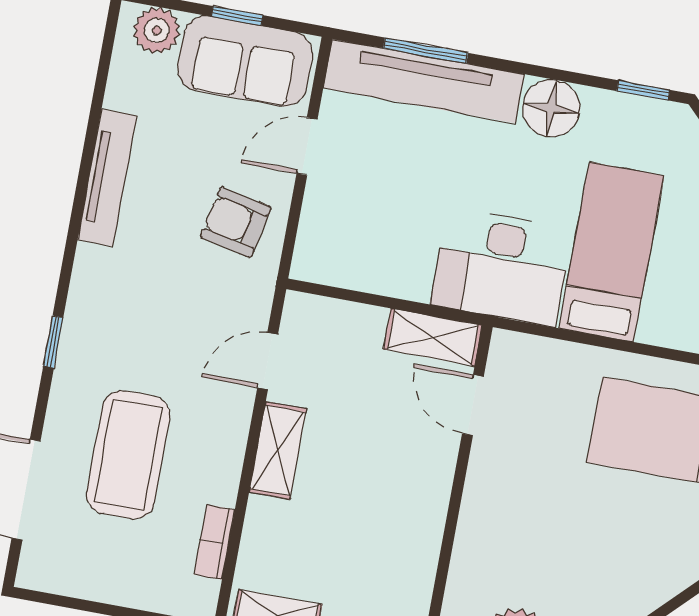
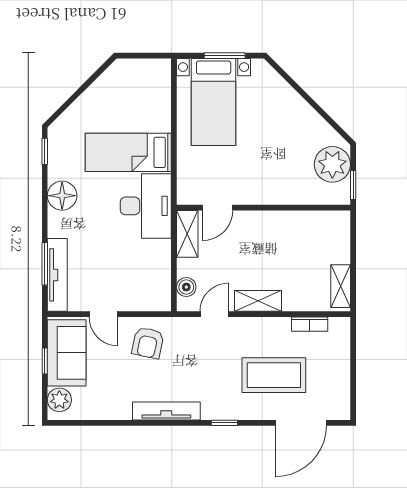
tv unit: (424, 81) -> (57, 275), width x0.73, depth x0.78
tv unit: (107, 178) -> (166, 411), moved
boiler: (330, 316) -> (186, 287), added
door: (268, 361) -> (214, 314), swing flipped

